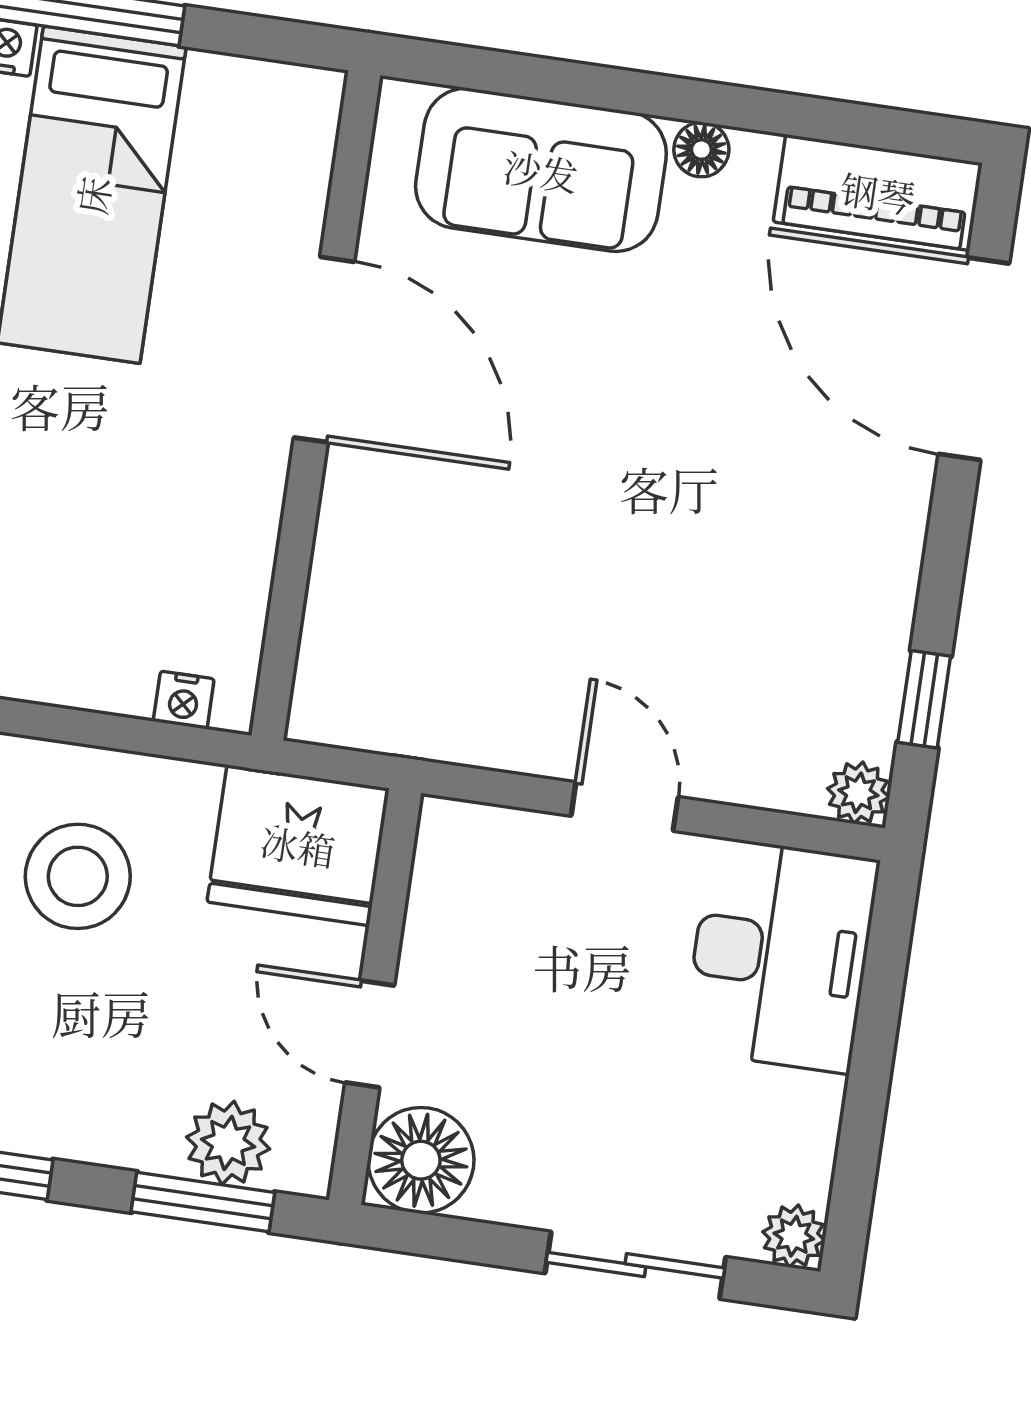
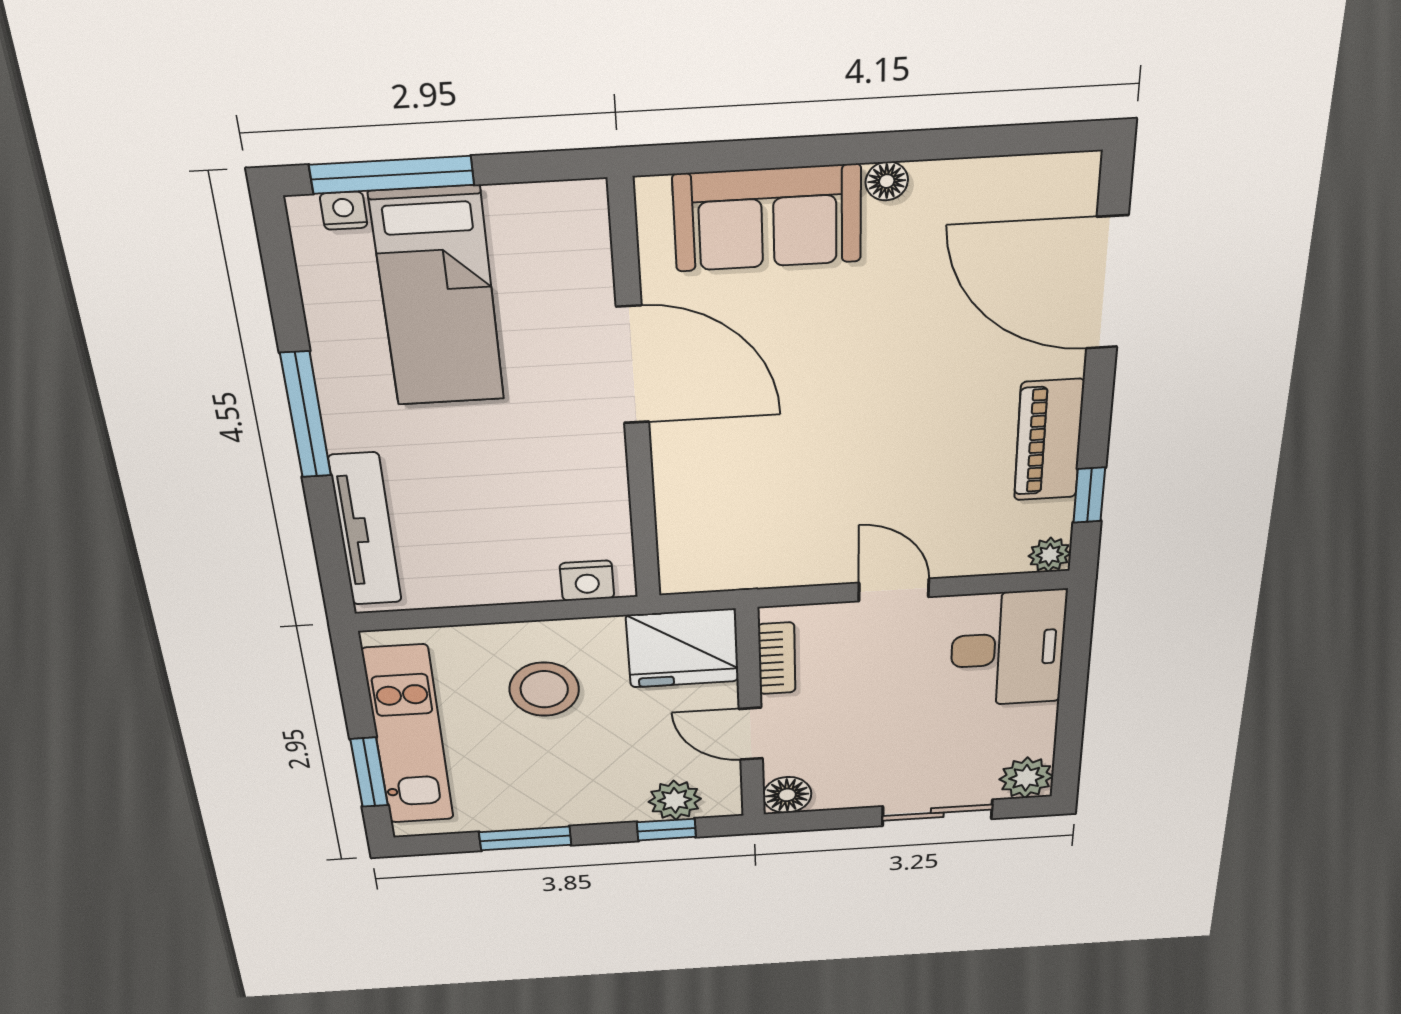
piano: (878, 192) -> (1049, 440), moved, turned 90
nightstand: (184, 700) -> (587, 581), width x1.39, depth x1.35
bookcase: (434, 896) -> (777, 658), added
floor lamp: (421, 1160) -> (787, 795), width x0.73, depth x0.73
window: (203, 1202) -> (666, 830), width x0.67
plant: (794, 1236) -> (1026, 778), width x1.38, depth x1.38

